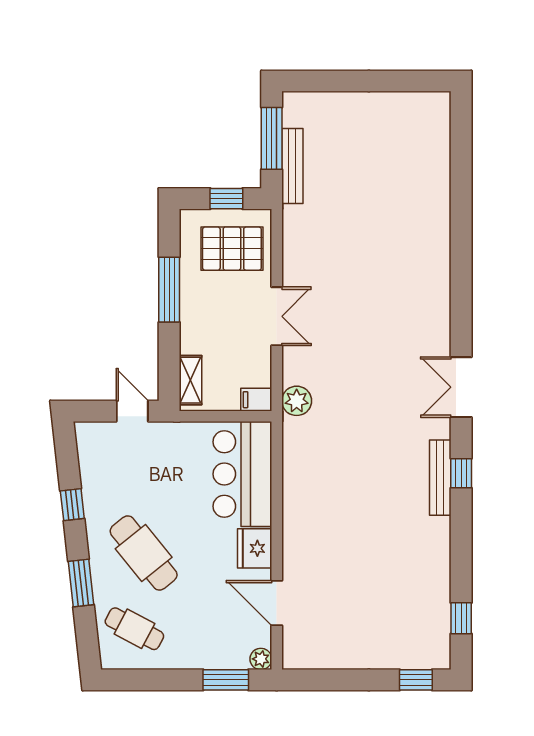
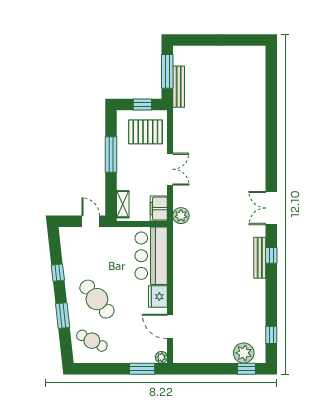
filing cabinet: (256, 400) -> (159, 209), width x2.00
plant: (411, 651) -> (244, 353), added

